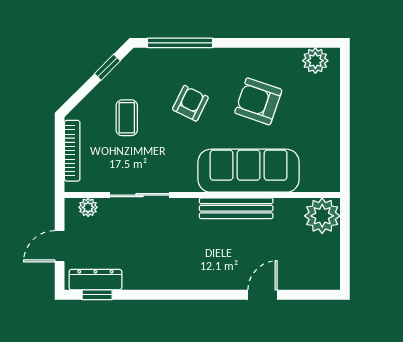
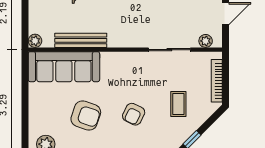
sofa: (249, 171) -> (64, 67), moved
bench: (236, 208) -> (81, 40), moved
plant: (322, 216) -> (35, 41), width x0.53, depth x0.53

